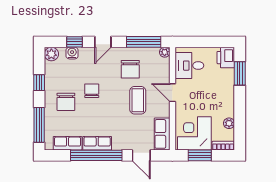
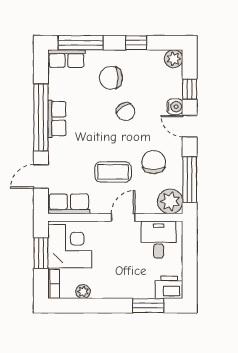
plant: (165, 52) -> (170, 201), width x1.88, depth x1.88
water cooler: (72, 53) -> (175, 107), moved
chair: (130, 69) -> (154, 162), turned 90
chair: (92, 91) -> (126, 112), turned 56
row of seats: (68, 143) -> (66, 59), moved, turned 90

